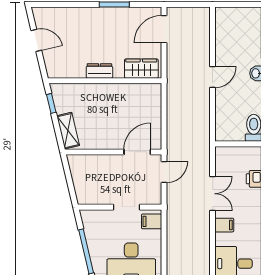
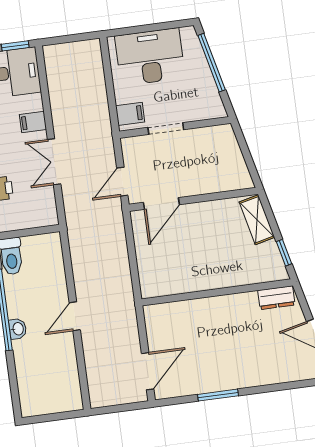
wardrobe: (141, 69) -> (171, 315), removed
dresser: (99, 71) -> (276, 298), moved

